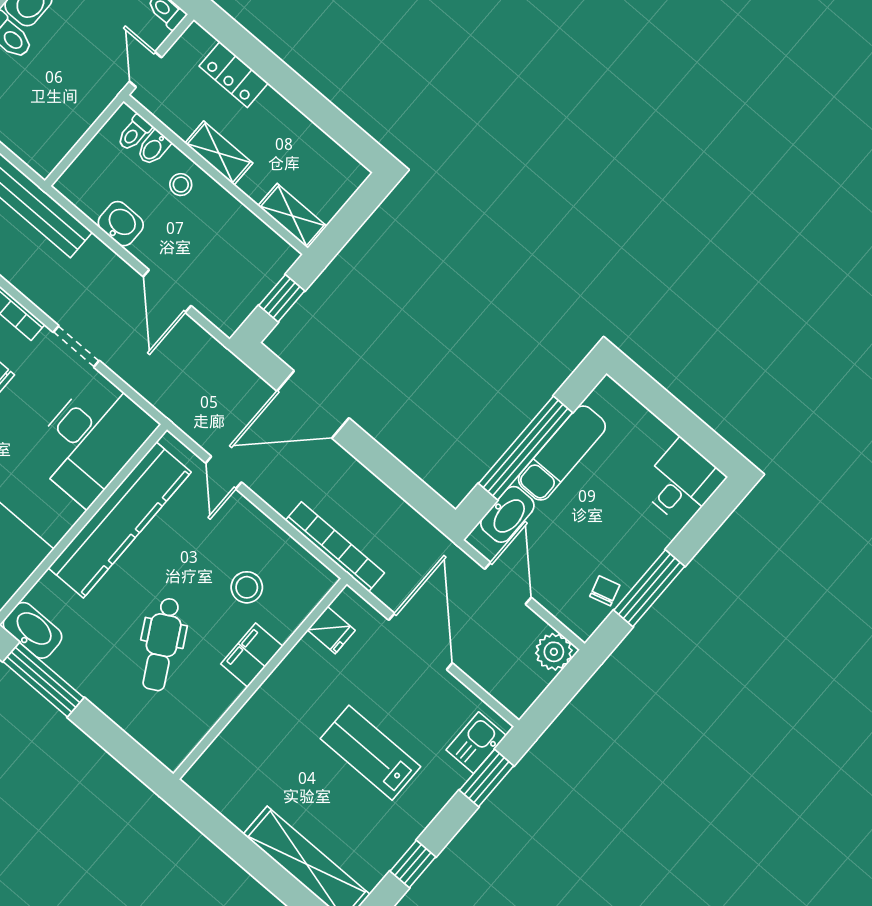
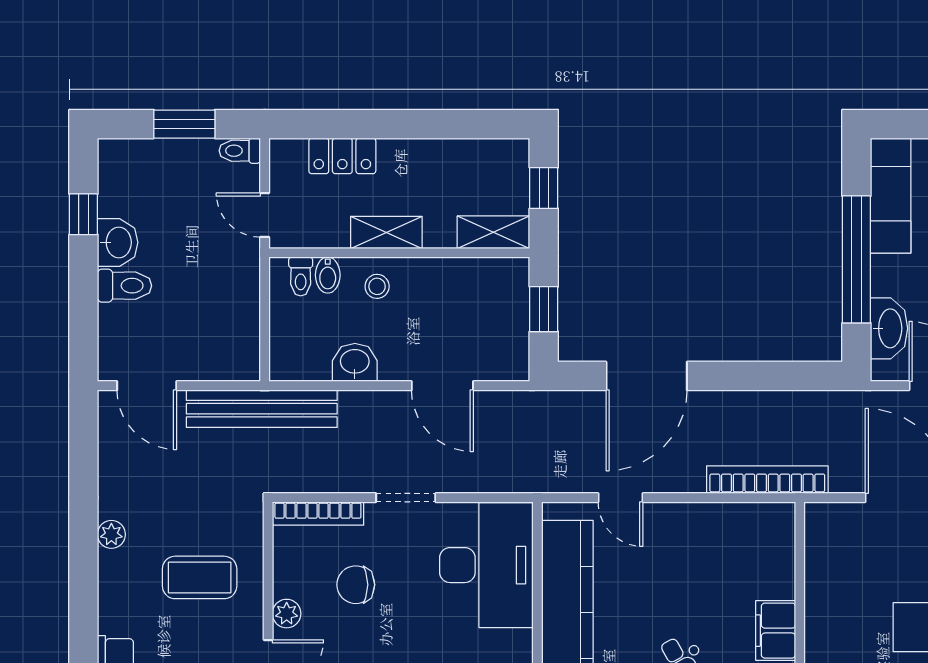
window: (353, 215) -> (544, 188), added
exam couch: (562, 453) -> (891, 196), moved
stool: (247, 587) -> (723, 577), removed
fridge: (331, 630) -> (824, 552), removed

